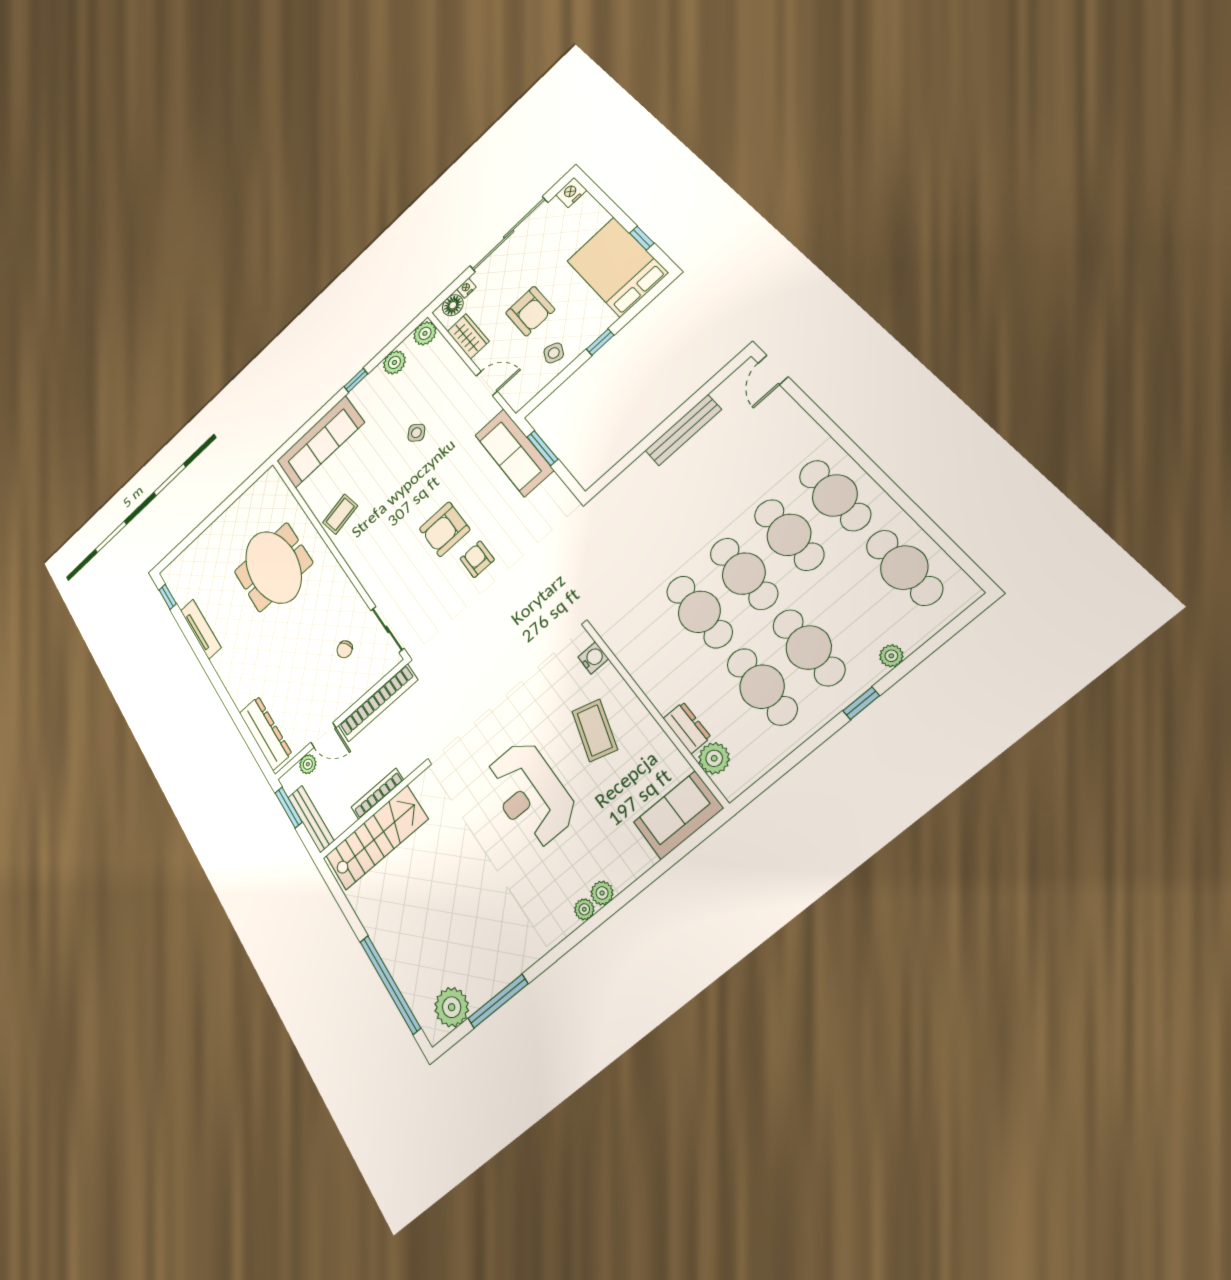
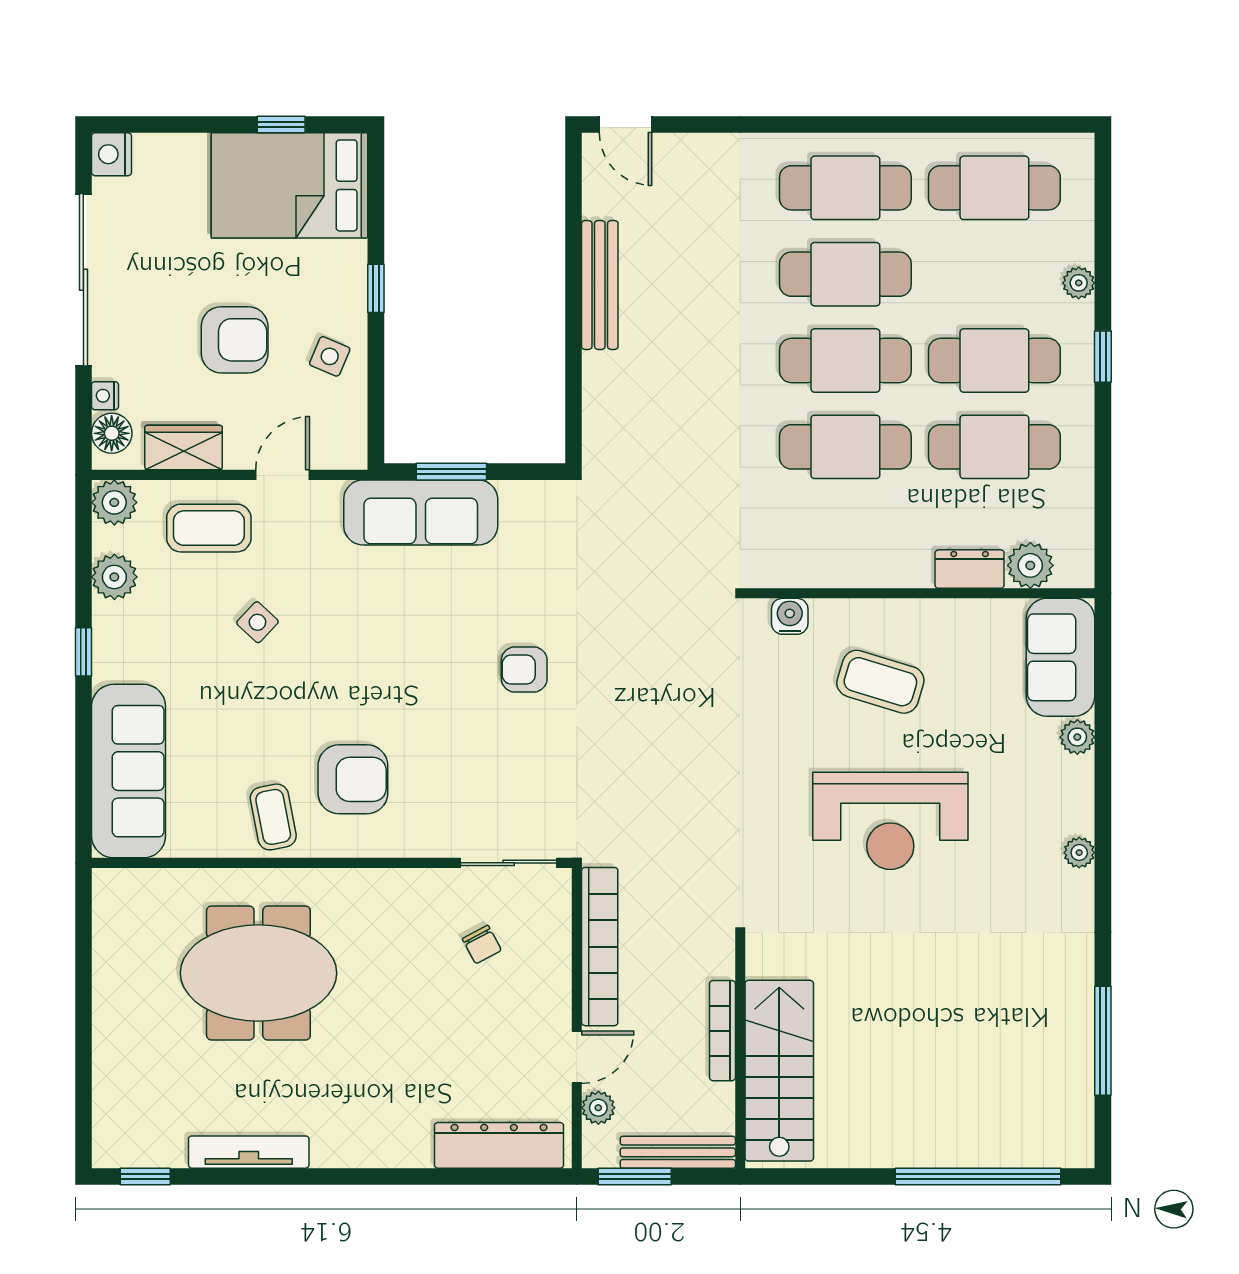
coffee table: (442, 377) -> (209, 528), added
armchair: (445, 529) -> (353, 779), moved, turned -90
plant: (602, 893) -> (1077, 737), moved
plant: (452, 1007) -> (1066, 1109), removed

